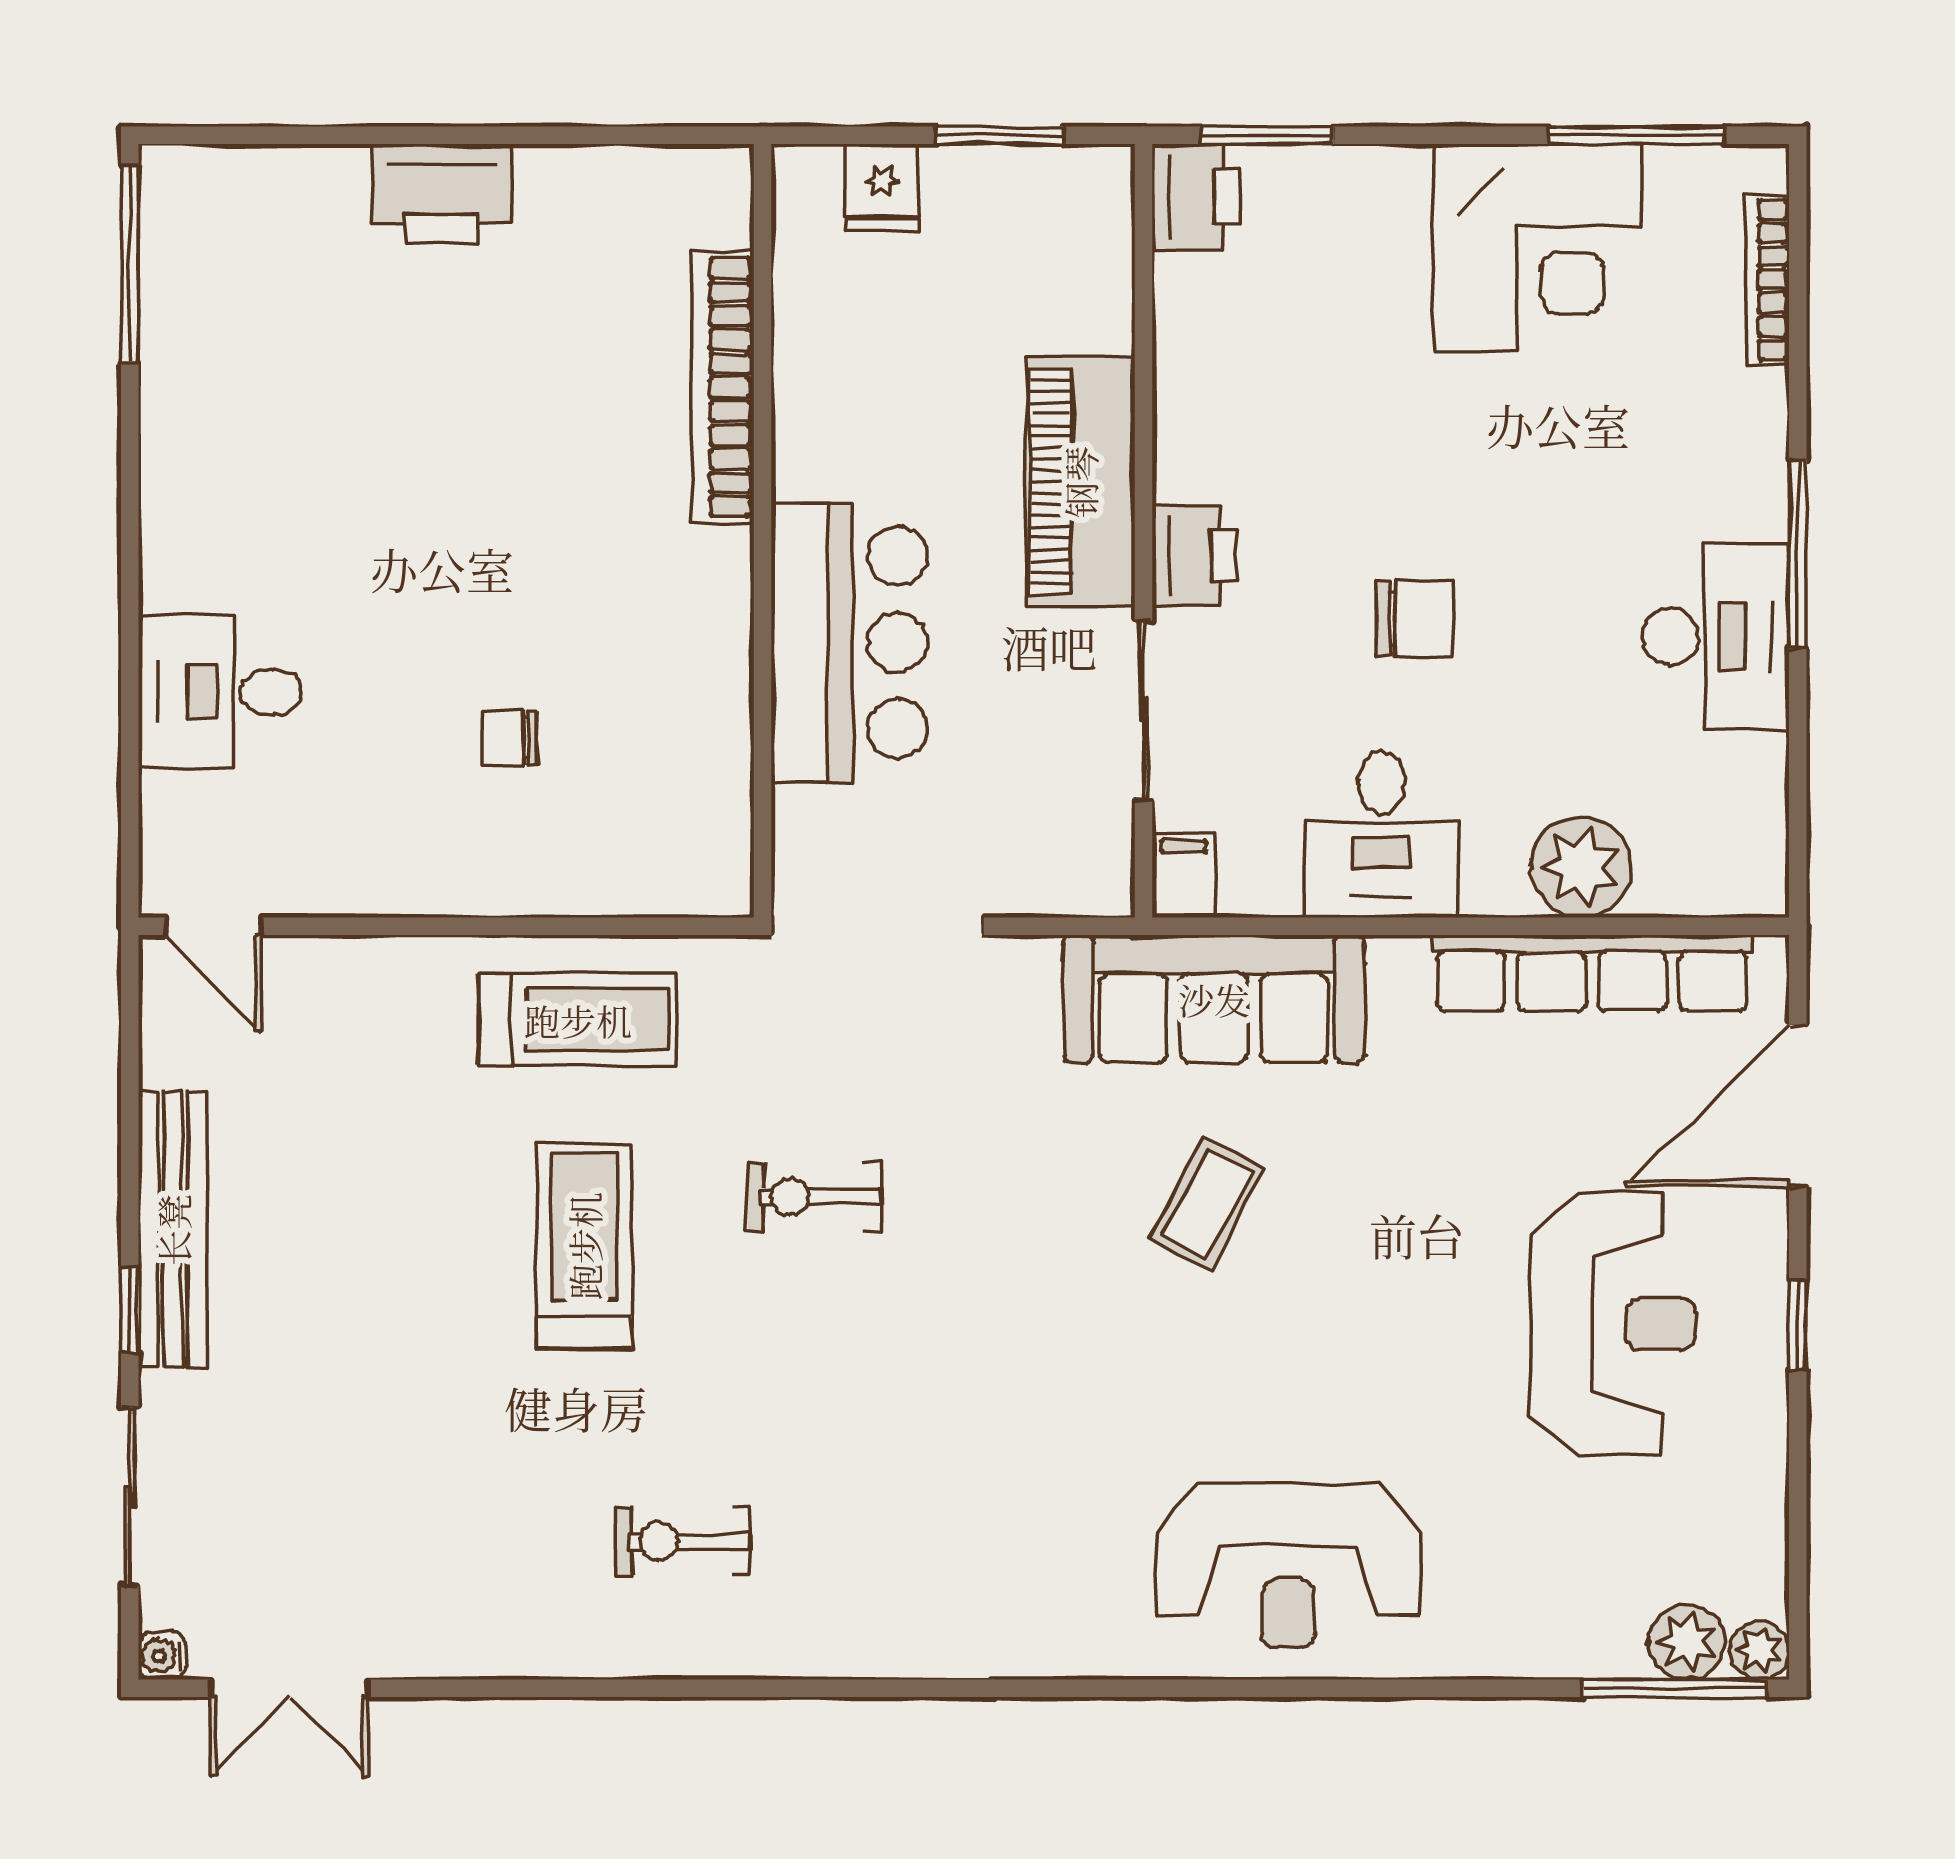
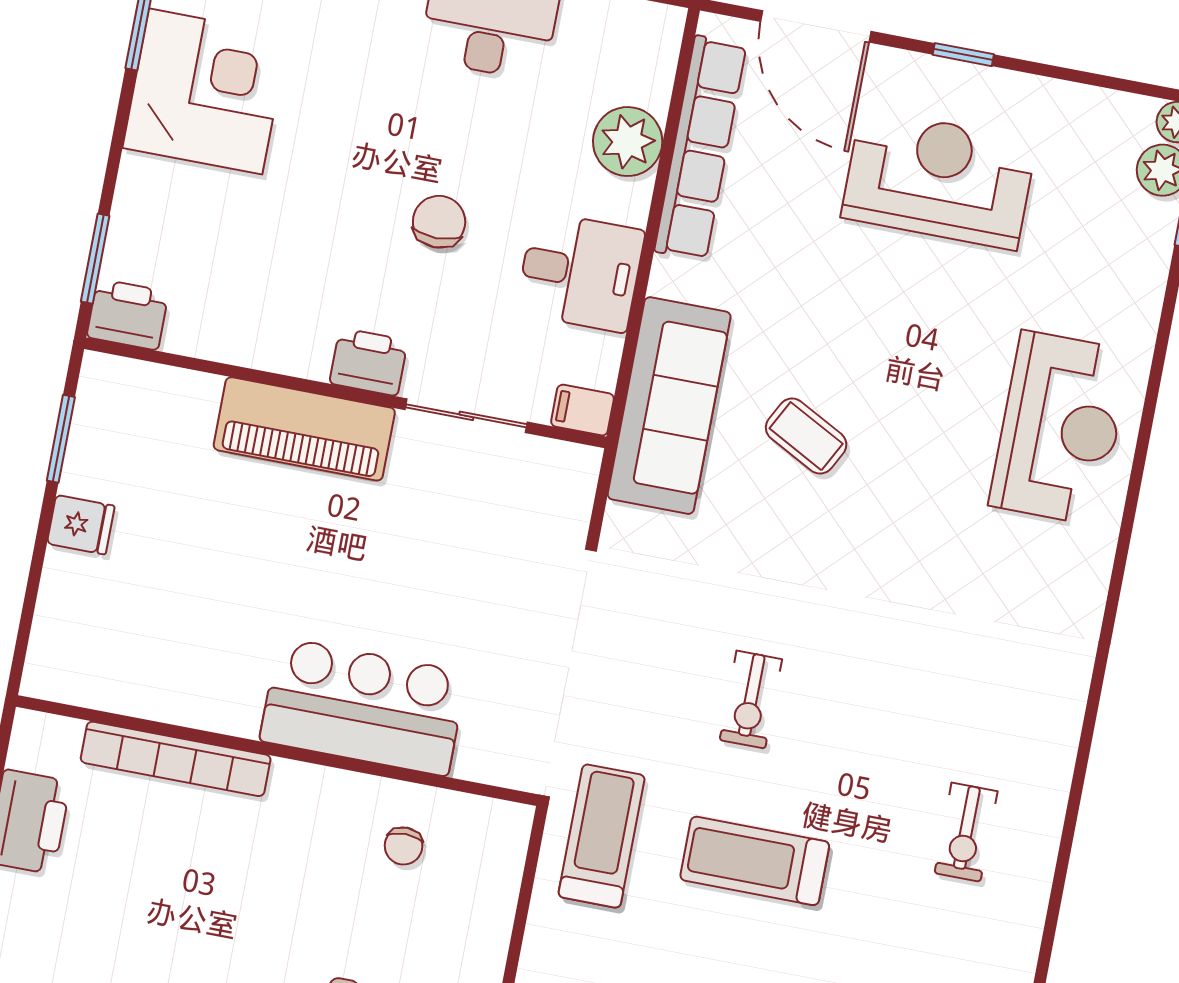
bookcase: (723, 387) -> (176, 759), moved
wall: (762, 531) -> (277, 751), moved
bar counter: (849, 642) -> (363, 707), moved

